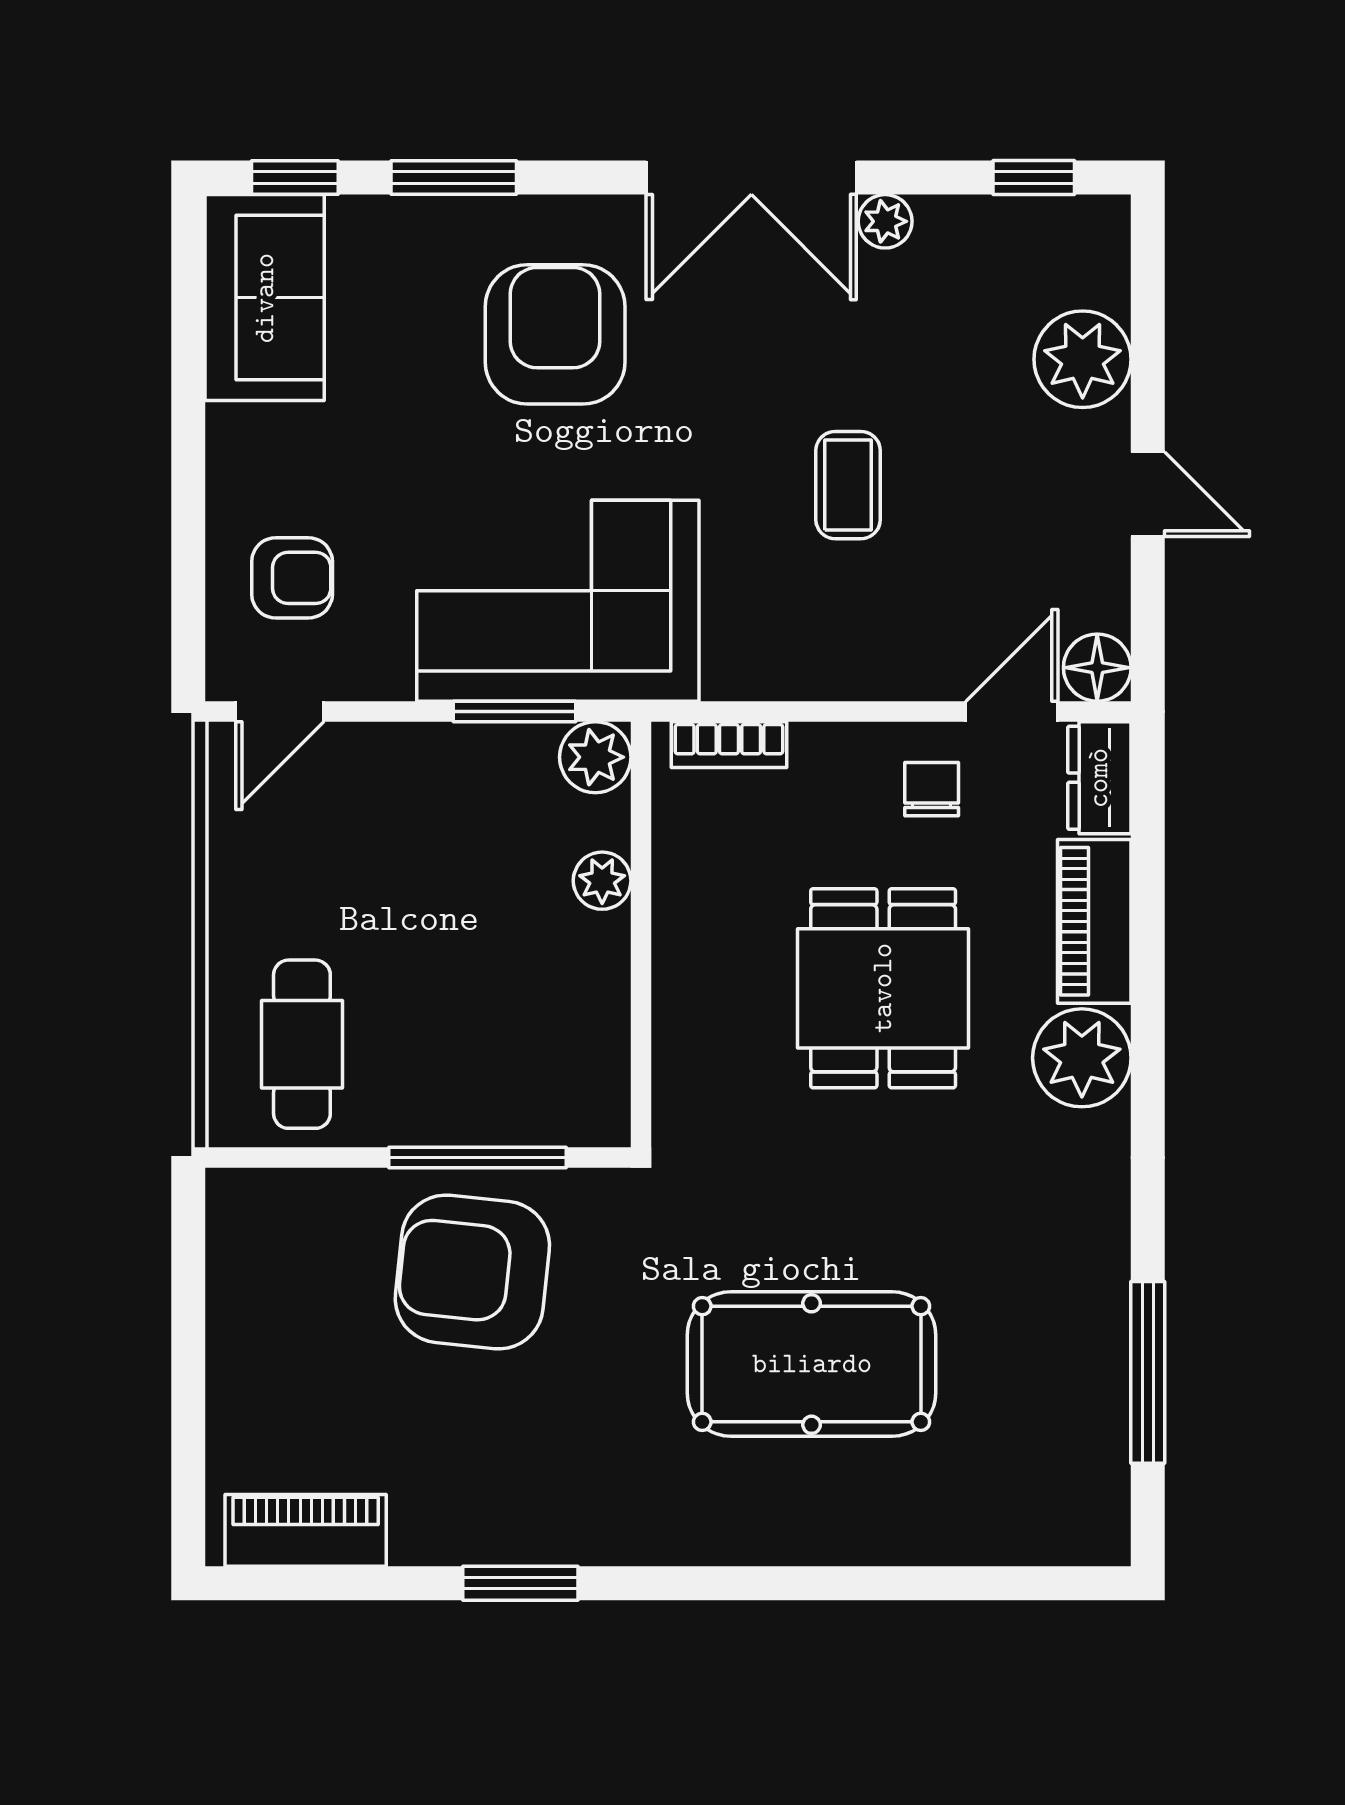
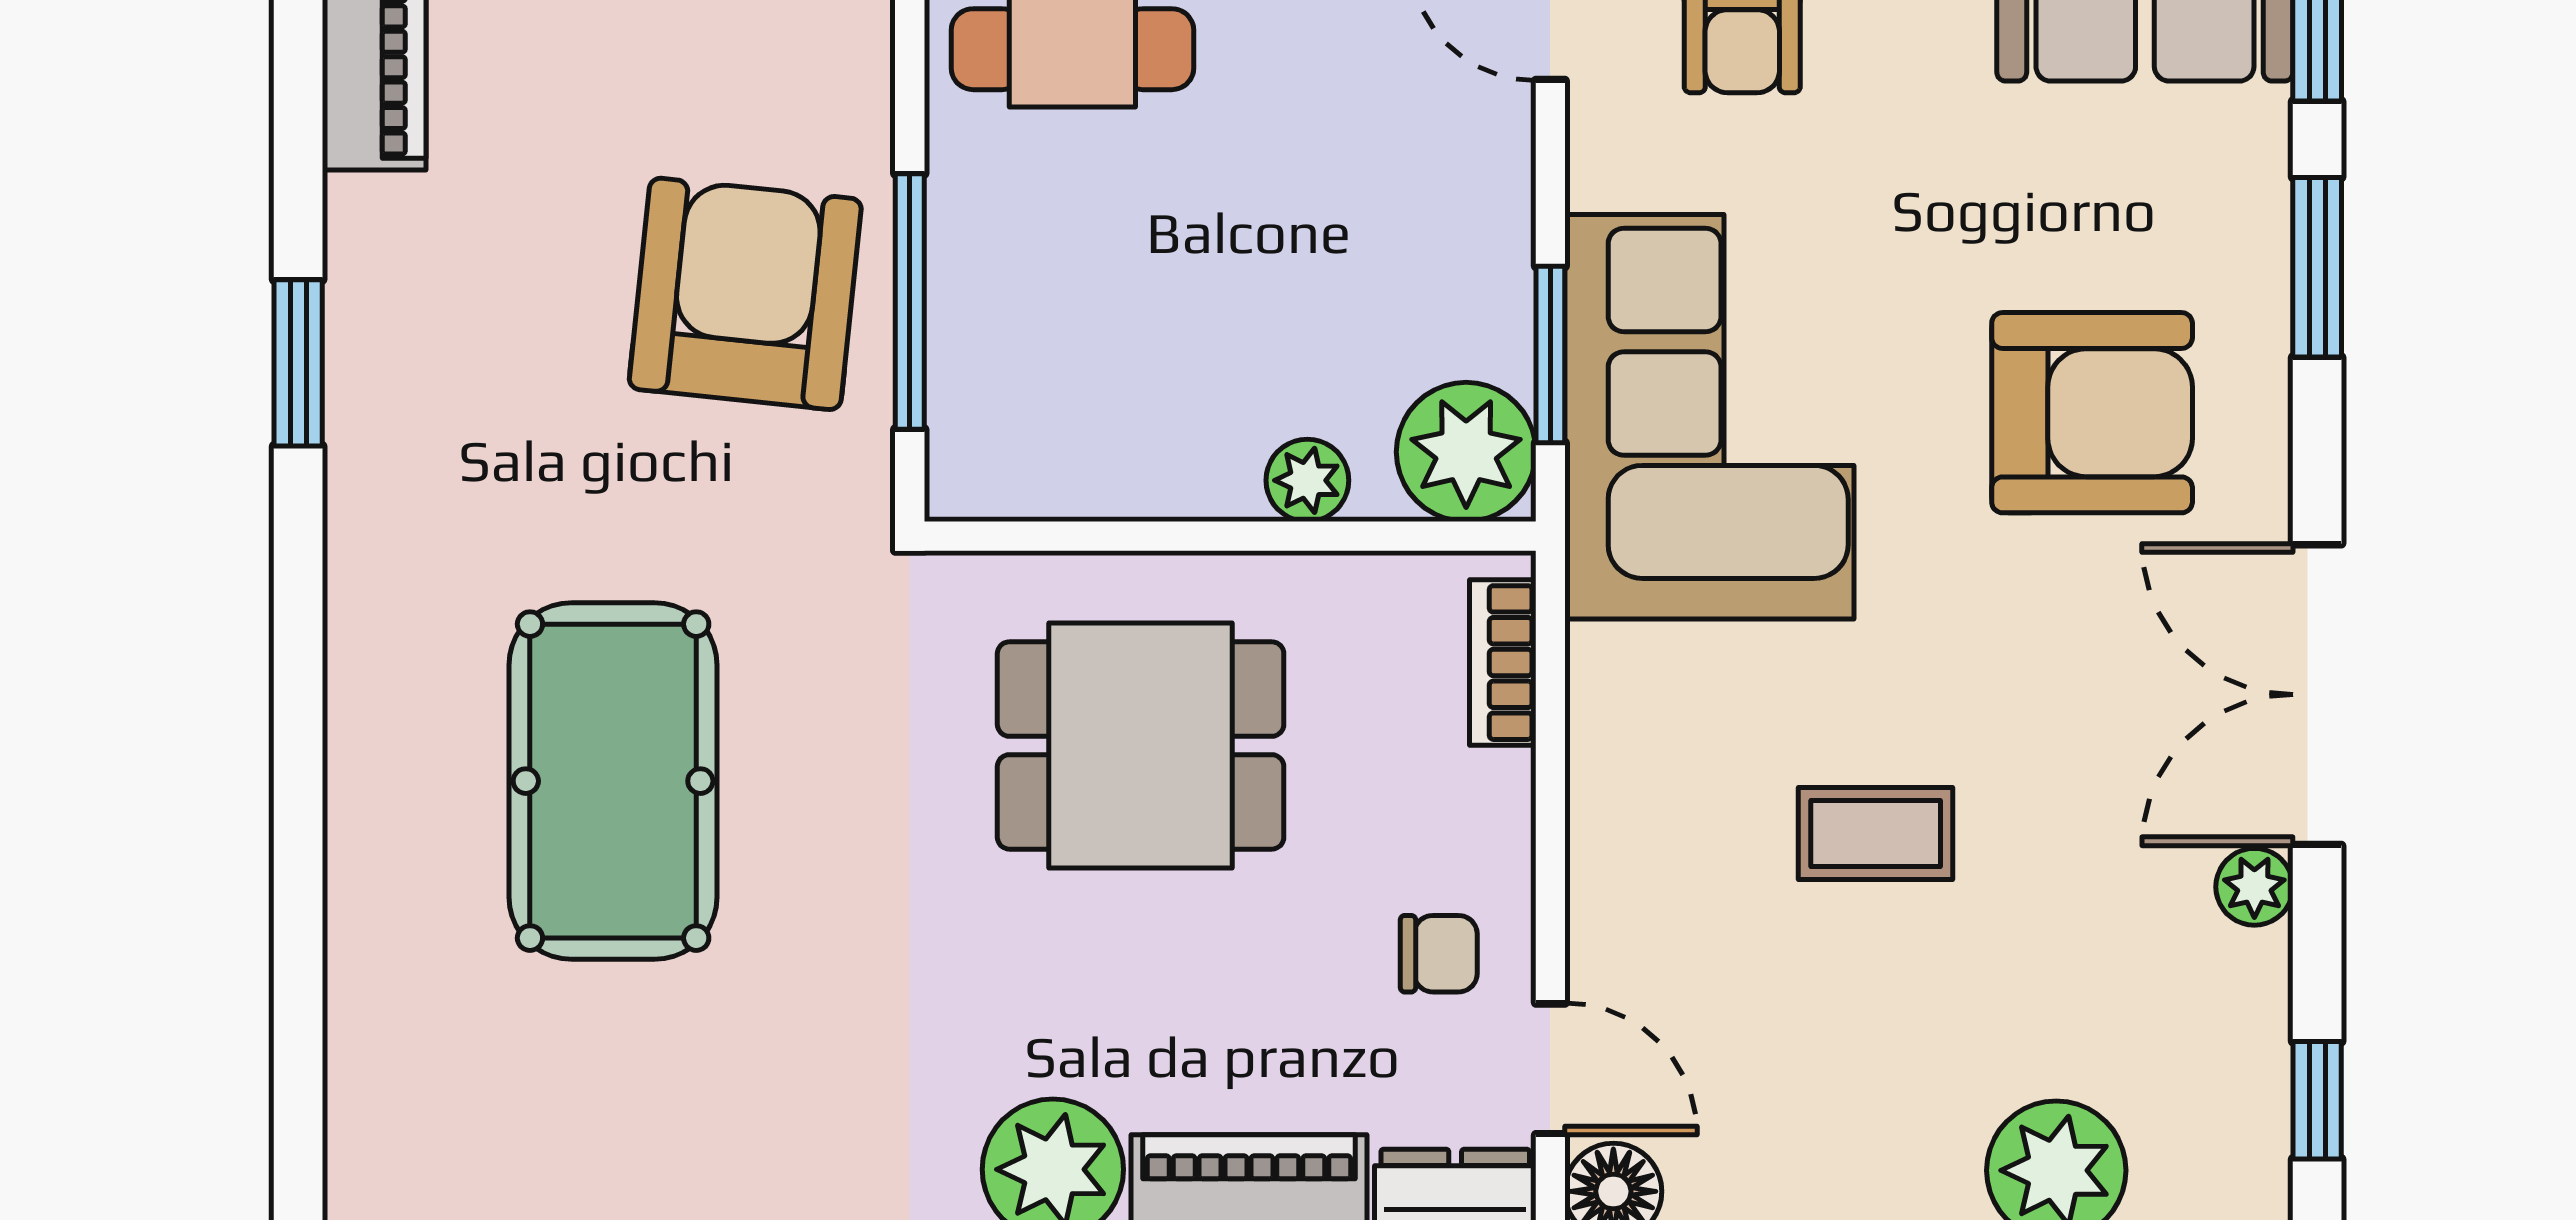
plant: (595, 757) -> (1466, 452), width x1.36, depth x1.36
dining table: (883, 988) -> (1141, 745), moved

